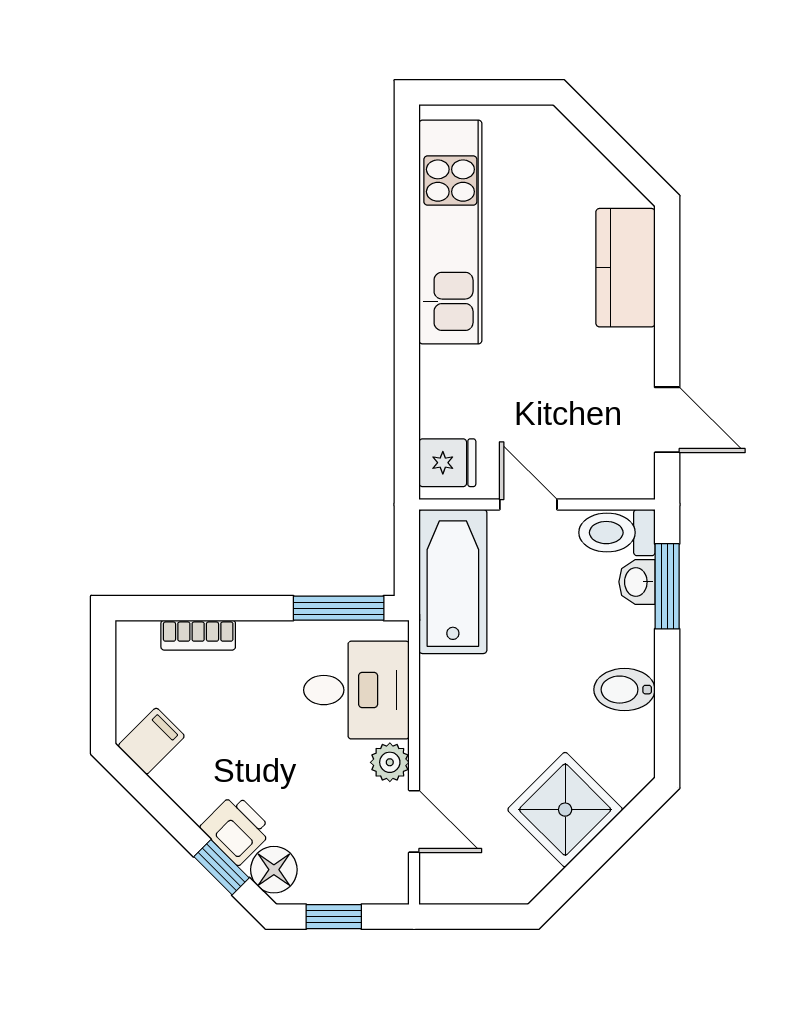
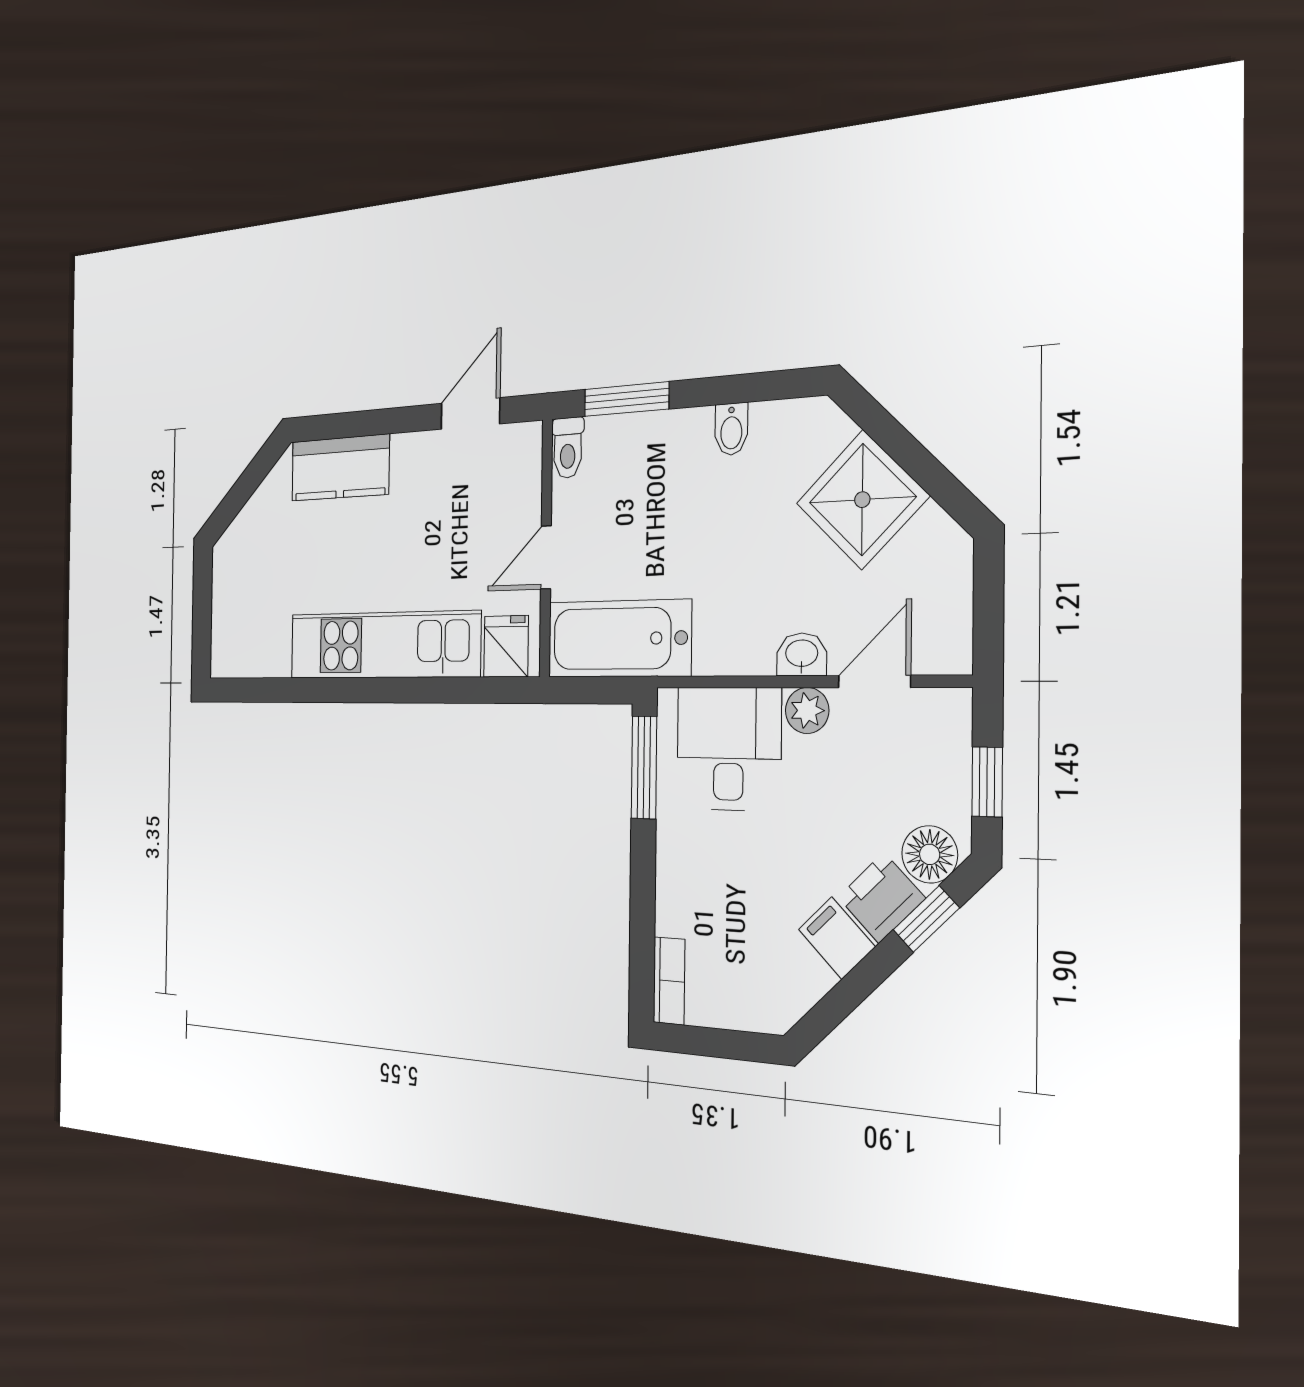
kitchen unit: (450, 232) -> (384, 645), moved
toilet: (617, 533) -> (568, 448), width x0.73, depth x0.72
washbasin: (637, 582) -> (802, 654), moved, turned 180
bookcase: (198, 635) -> (669, 981), moved
bidet: (624, 690) -> (731, 429), width x0.72, depth x0.74
filing cabinet: (151, 741) -> (837, 938), moved

